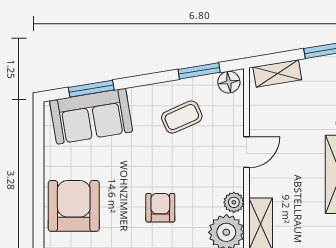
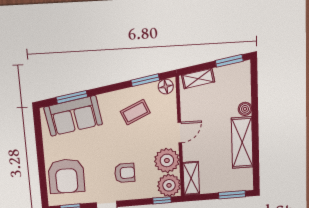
plant: (234, 202) -> (167, 160), width x1.88, depth x1.88
armchair: (74, 206) -> (66, 176), turned 180
armchair: (160, 208) -> (125, 173), turned 90

